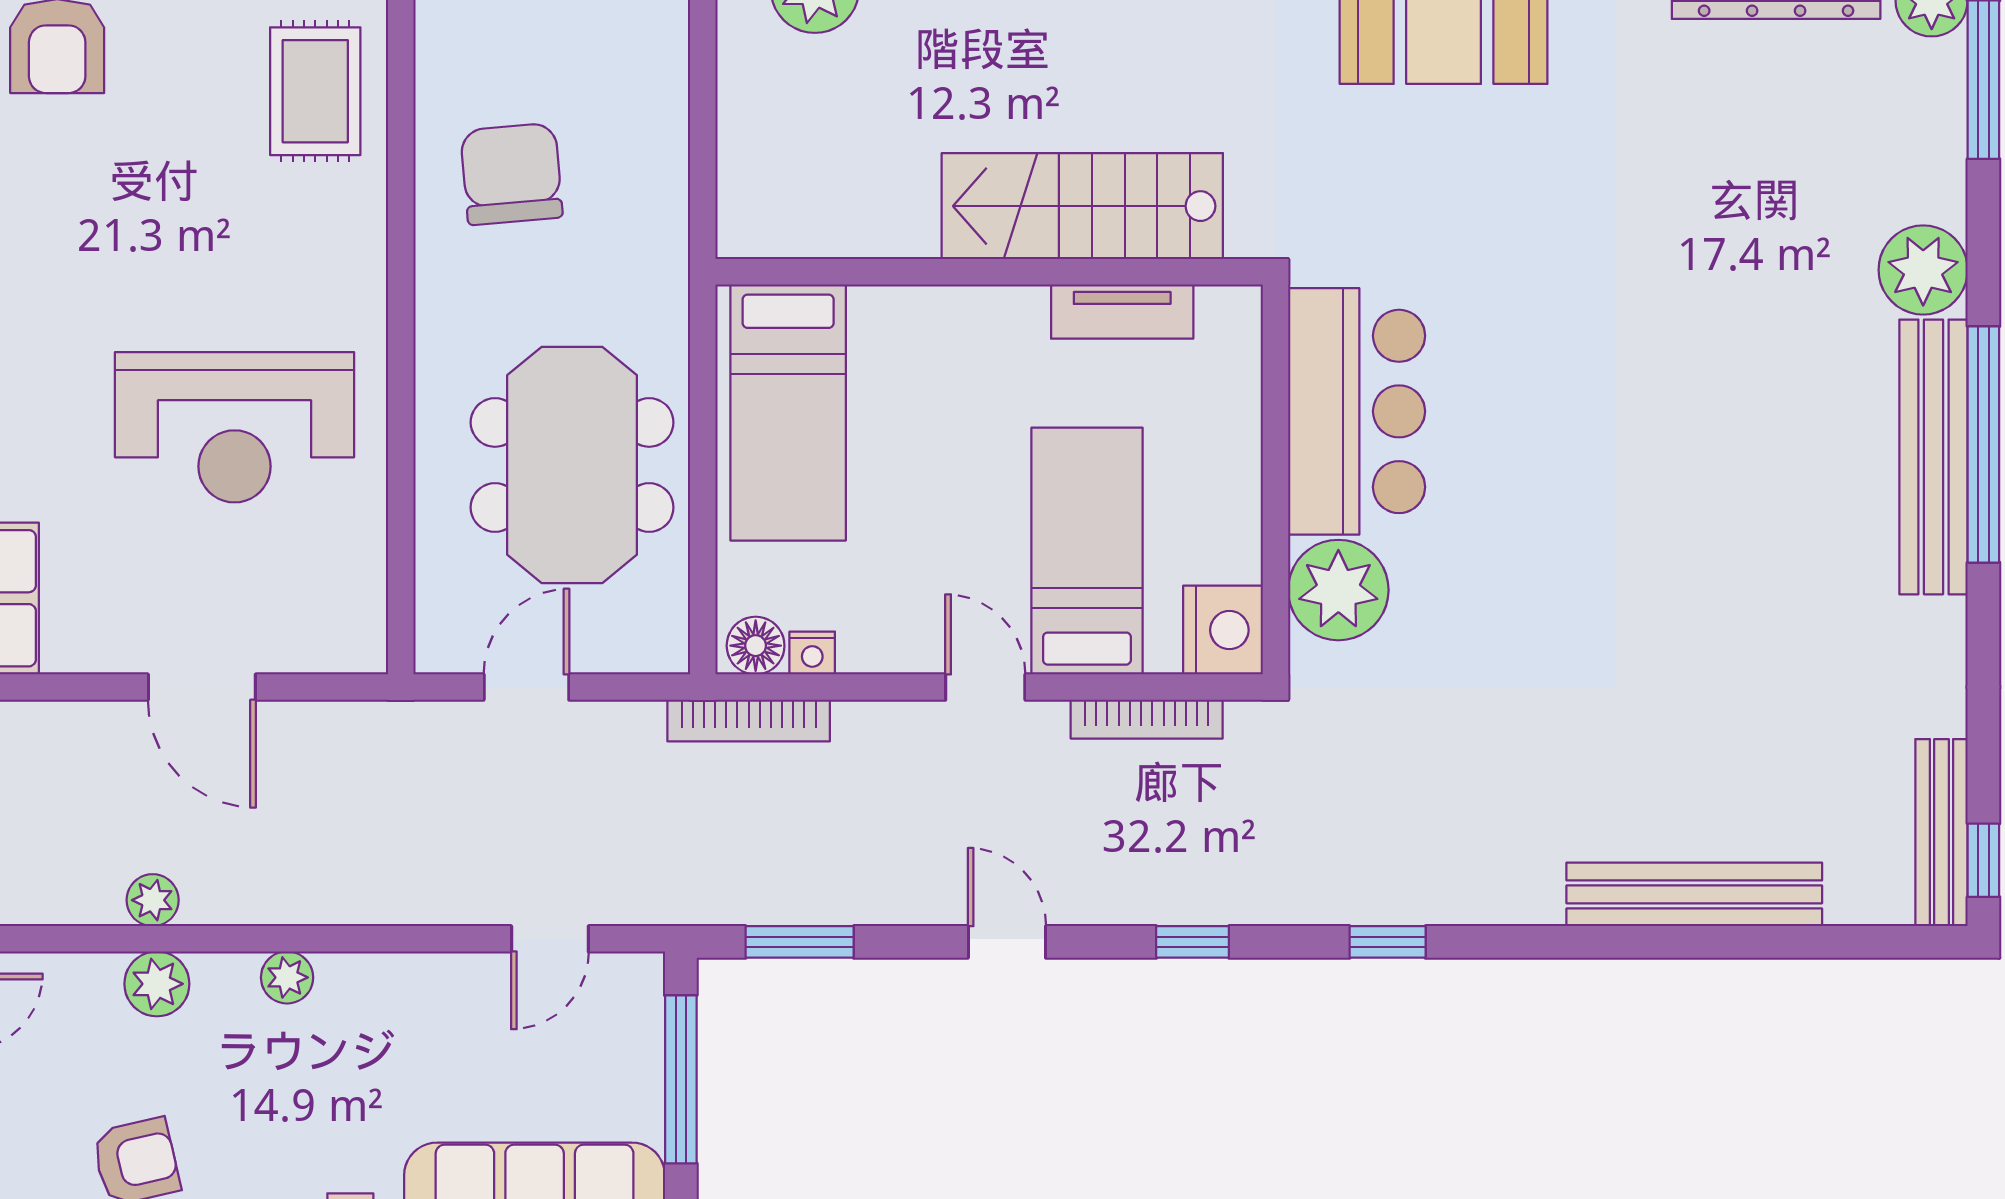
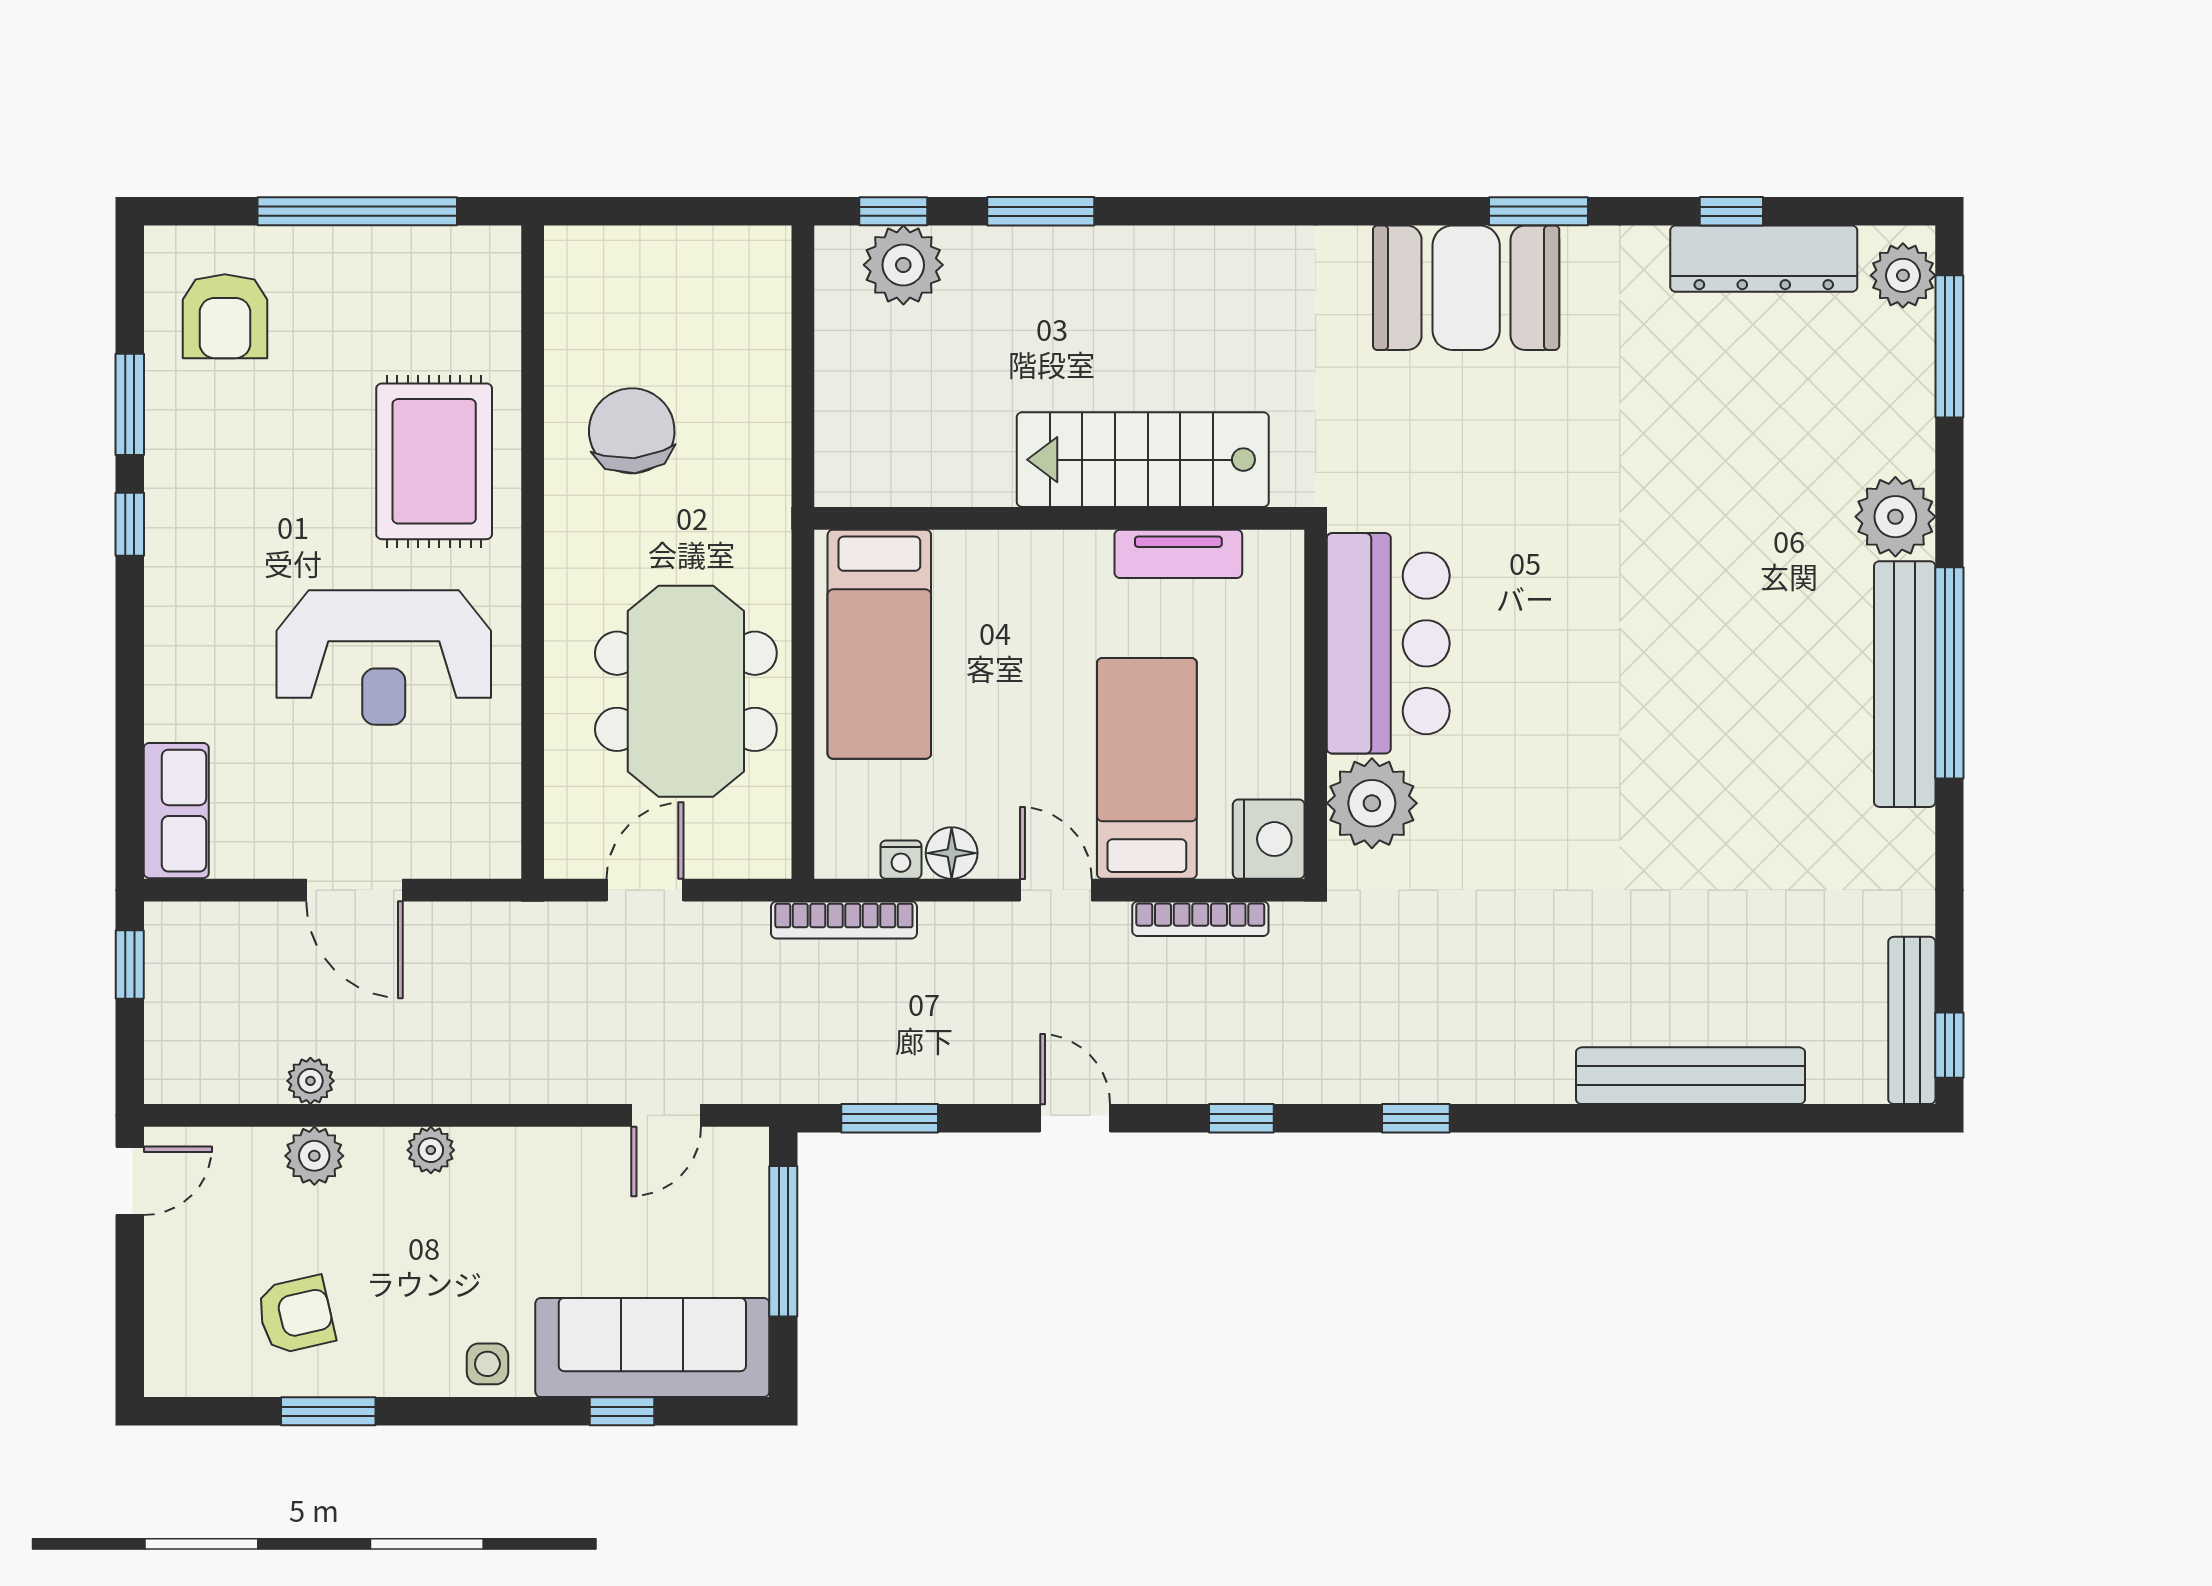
rug: (315, 91) -> (434, 461), moved, width x1.36, depth x1.43
floor lamp: (756, 646) -> (952, 853), moved

